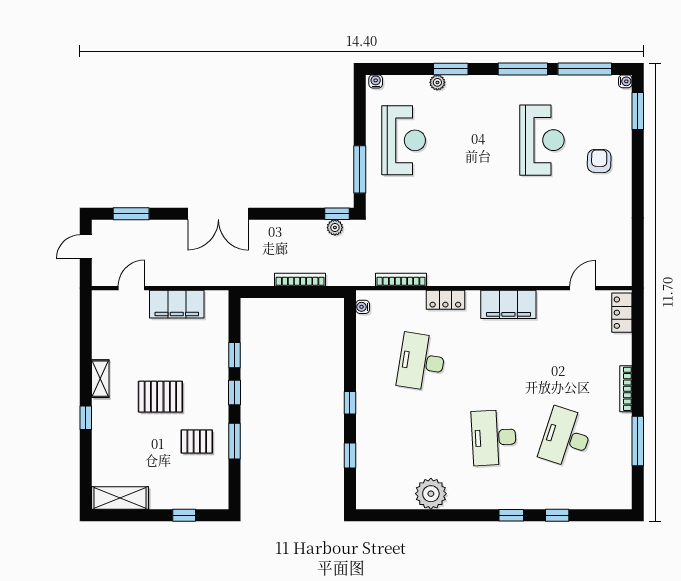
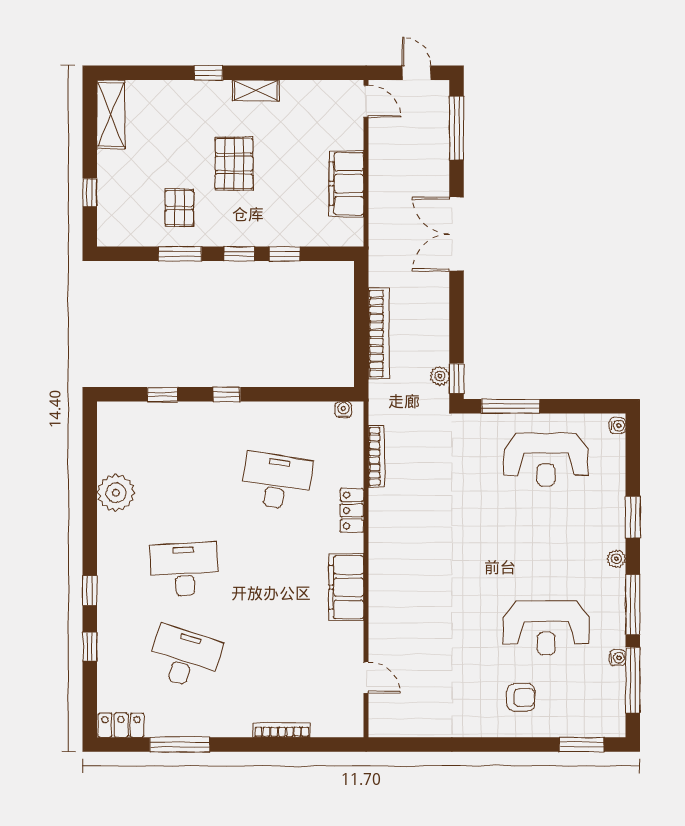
water cooler: (625, 81) -> (618, 658), moved, turned -90
plant: (437, 82) -> (616, 559), moved
window: (131, 214) -> (457, 128), width x1.44
bookcase: (300, 280) -> (379, 334), width x1.48, depth x1.31
door: (131, 288) -> (366, 101), moved
locker: (622, 313) -> (121, 725), moved
bookcase: (626, 389) -> (282, 730), moved

